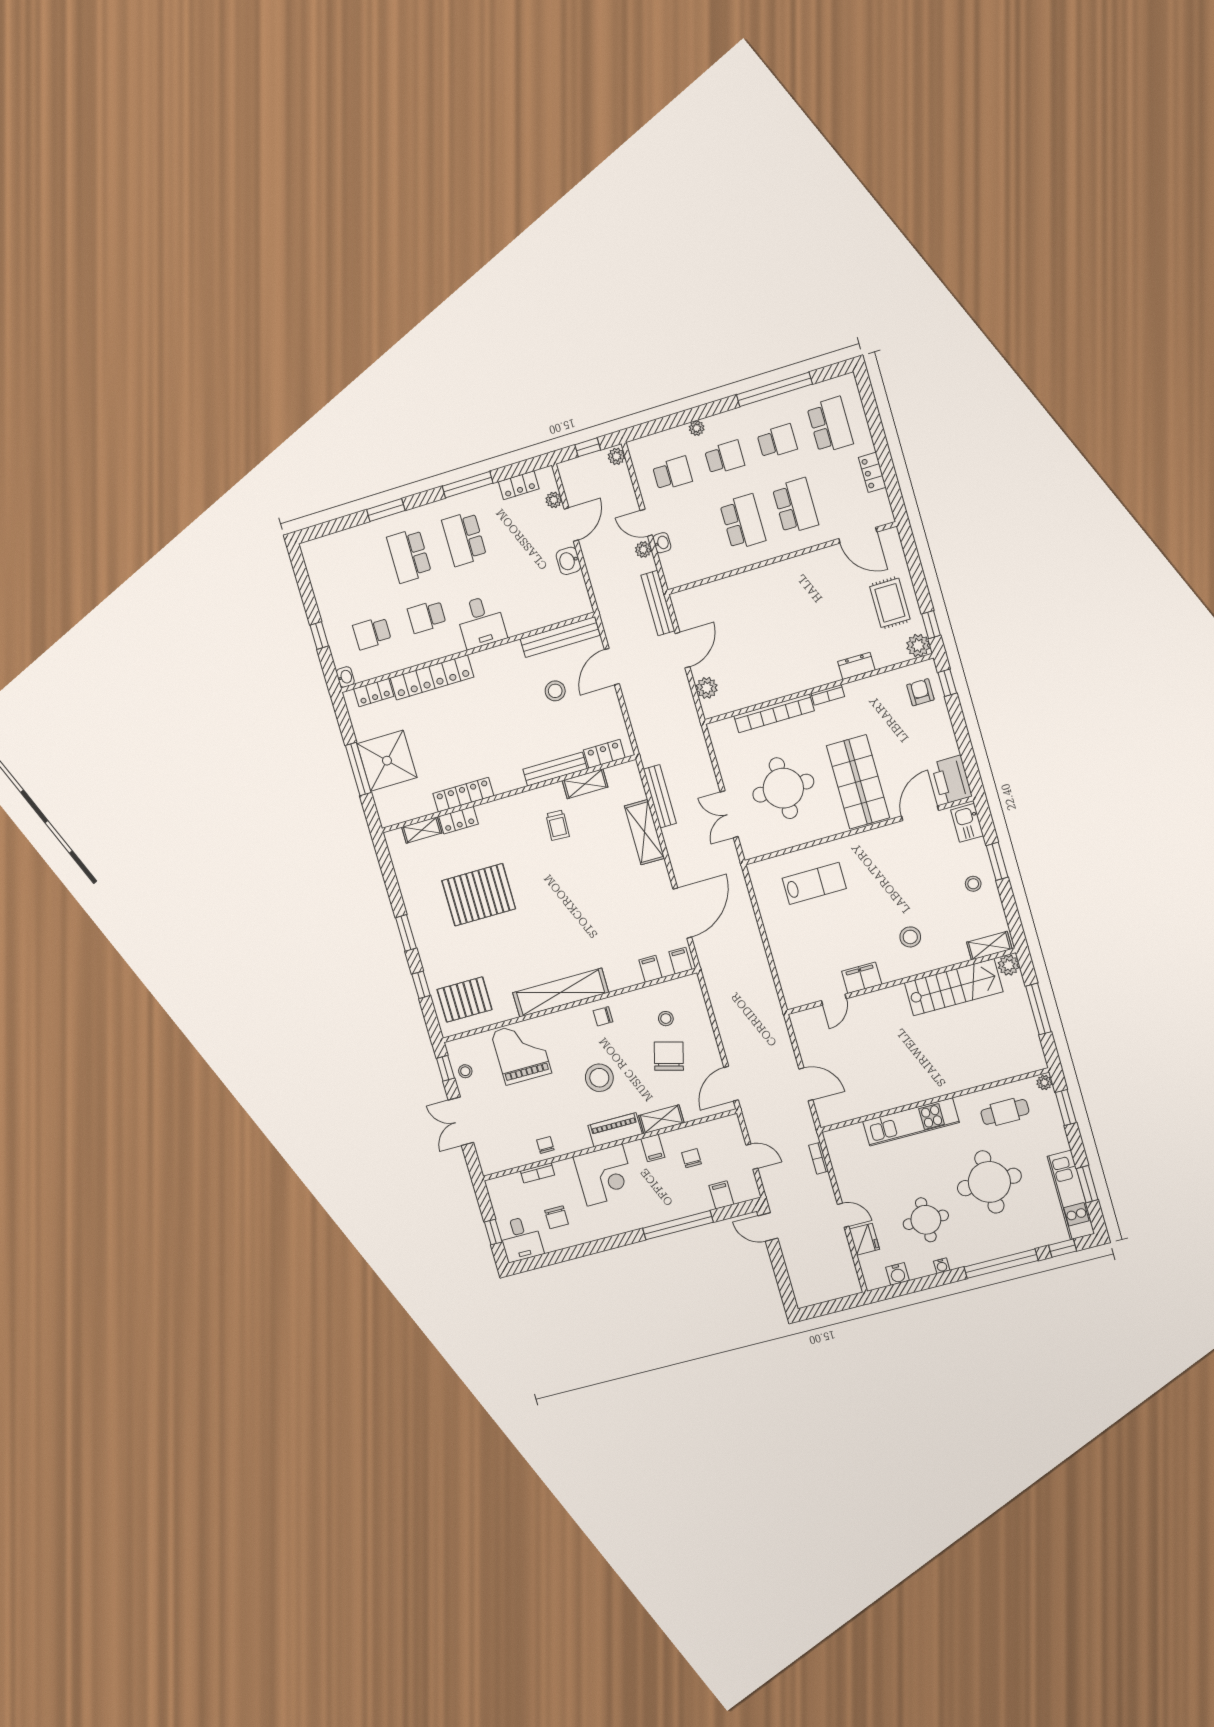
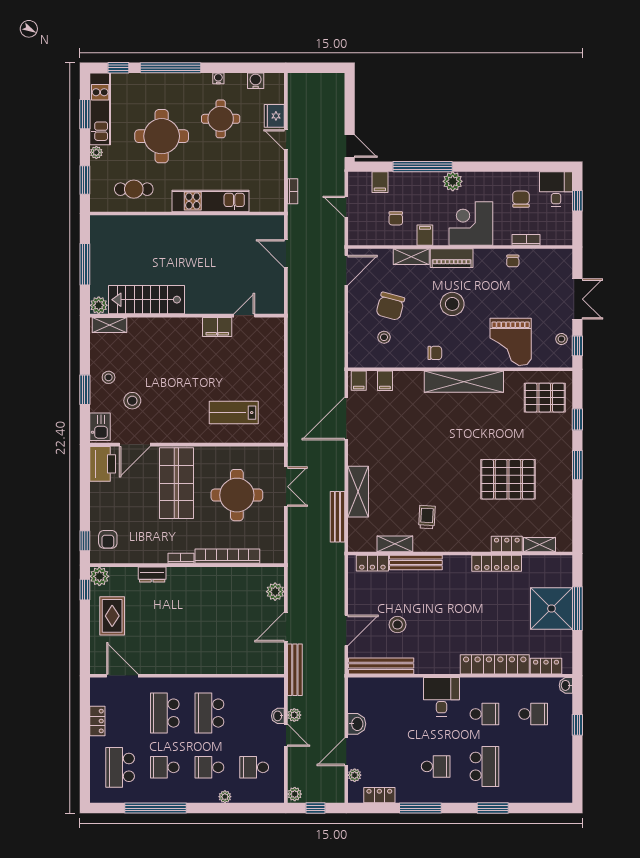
school desk: (464, 539) -> (436, 766), width x0.54
stool: (910, 937) -> (132, 401), moved
plant: (1044, 1082) -> (96, 152), moved
plant: (639, 1217) -> (453, 181), added

